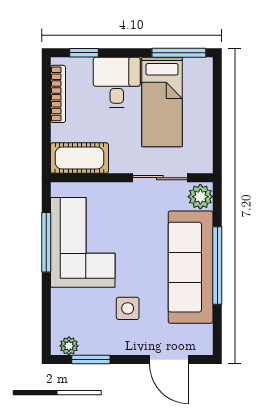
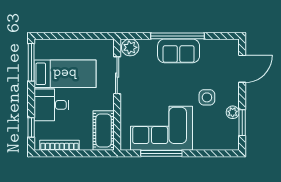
sofa: (191, 267) -> (179, 51), width x0.54, depth x0.79
plant: (69, 346) -> (233, 112), moved

